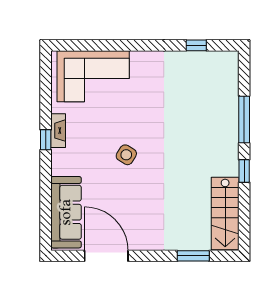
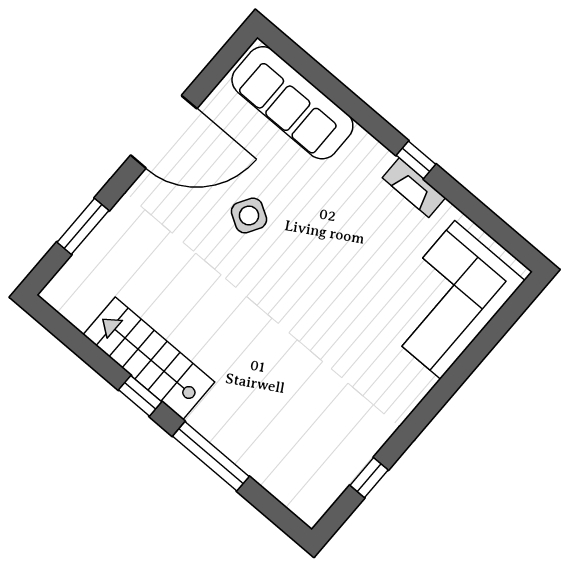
side table: (126, 155) -> (249, 216), moved
stairs: (225, 213) -> (149, 358), moved
door: (106, 256) -> (164, 132), moved

